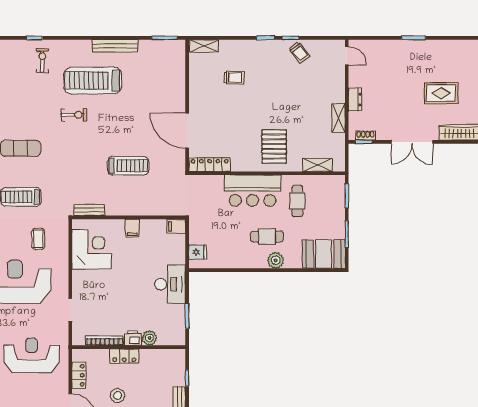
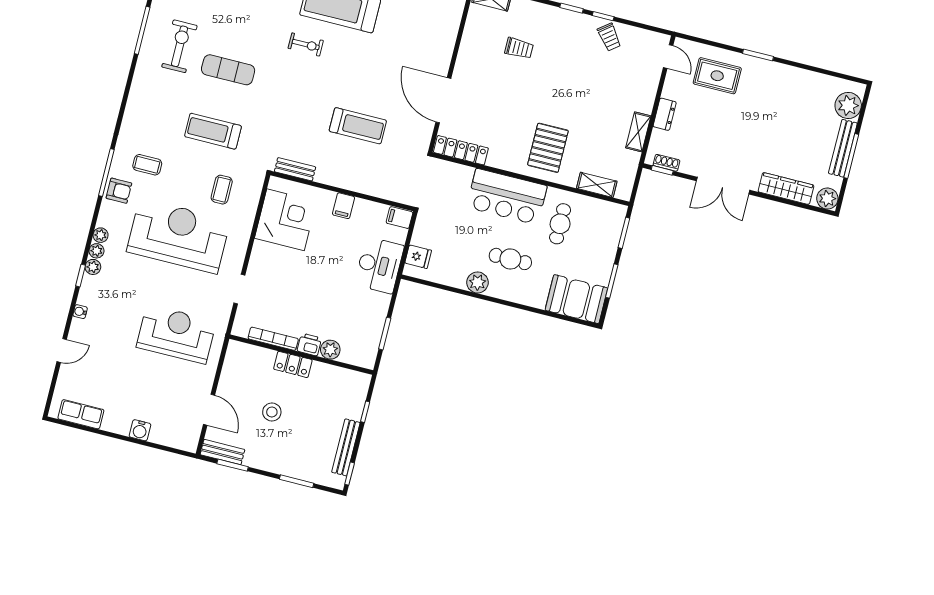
rug: (441, 93) -> (717, 76), moved
plant: (276, 260) -> (477, 282), moved
desk: (170, 284) -> (379, 265), moved
locker: (79, 375) -> (229, 374), removed

